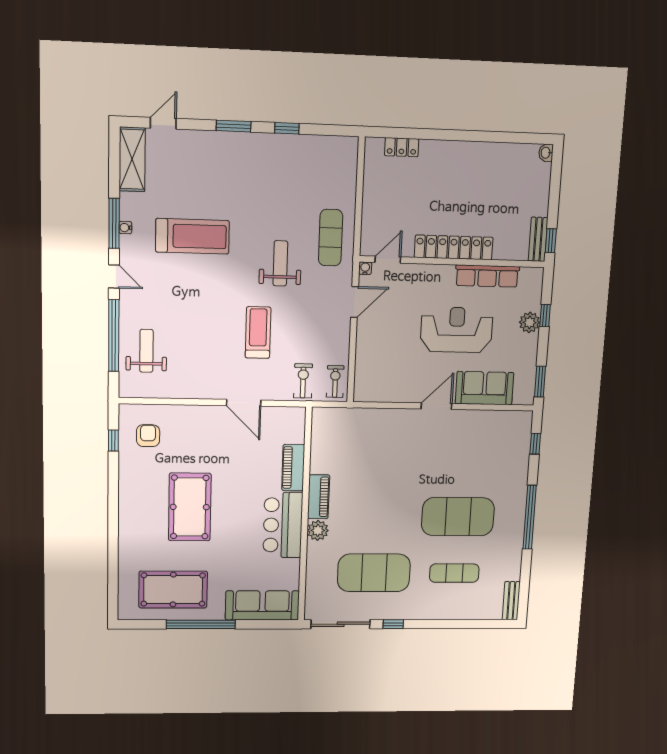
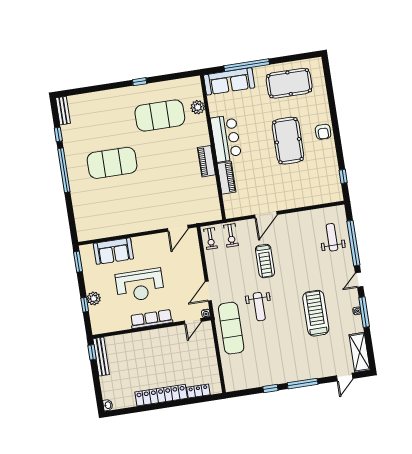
window: (234, 126) -> (303, 384), width x1.44
treadmill: (192, 236) -> (316, 313), turned 90
exercise mat: (331, 238) -> (231, 328), width x1.36, depth x1.45
bench: (538, 239) -> (101, 357), width x1.36
locker: (454, 247) -> (161, 395), moved, turned 180
door: (114, 276) -> (359, 280), hinge flipped
row of seats: (487, 276) -> (151, 319), moved
weight bench: (146, 351) -> (332, 237), turned 180
door: (244, 403) -> (266, 215), swing flipped
door: (436, 406) -> (178, 228), moved
armchair: (148, 436) -> (323, 132), moved
window: (535, 444) -> (58, 134), moved
plant: (318, 530) -> (198, 107), moved
exercise mat: (454, 573) -> (106, 124), removed
window: (201, 624) -> (247, 65), moved
sliding door: (341, 624) -> (175, 76), removed

